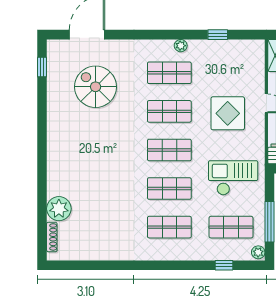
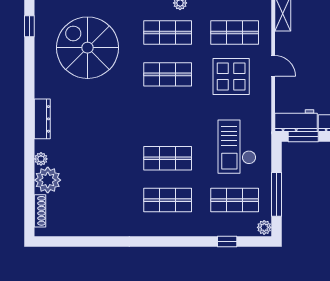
spiral stairs: (96, 87) -> (88, 48), width x1.37, depth x1.37
shop shelf: (169, 150) -> (235, 32), moved
dresser: (54, 152) -> (42, 119), added
checkout: (233, 178) -> (237, 147), turned -90
plant: (53, 189) -> (41, 159), added

